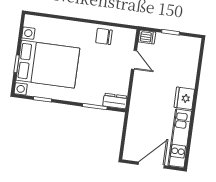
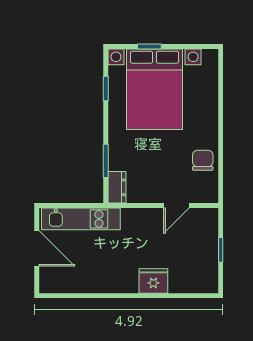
dishwasher: (147, 37) -> (210, 219), removed
fridge: (184, 98) -> (153, 281), moved
kitchen unit: (180, 138) -> (81, 219), moved, turned 180

